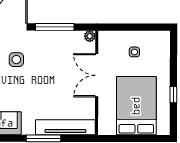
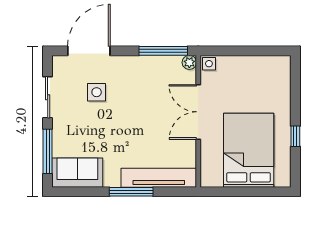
window: (55, 27) -> (163, 51), moved
side table: (134, 52) -> (209, 64), moved

